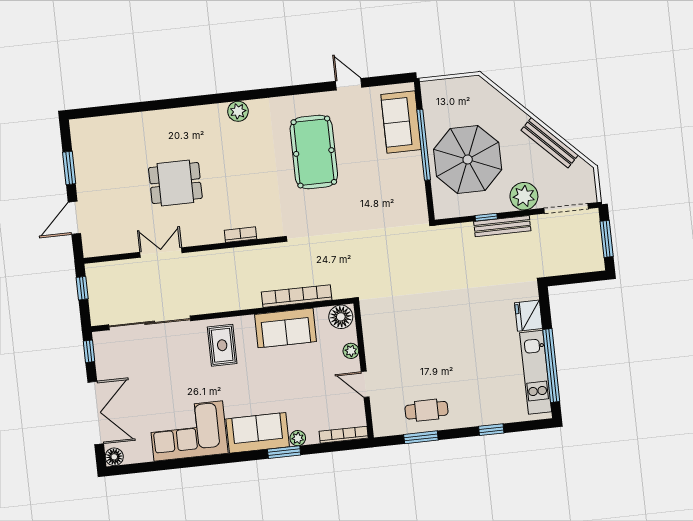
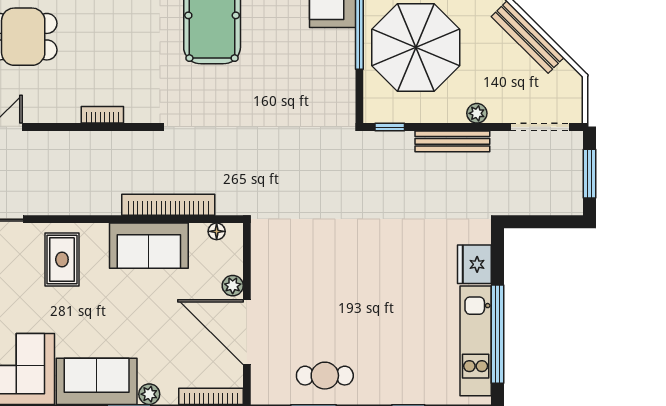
plant: (524, 196) -> (477, 113), width x0.53, depth x0.53
window: (486, 217) -> (390, 127), moved
floor lamp: (341, 317) -> (217, 231), width x0.53, depth x0.53
door: (365, 384) -> (247, 332), width x1.88

